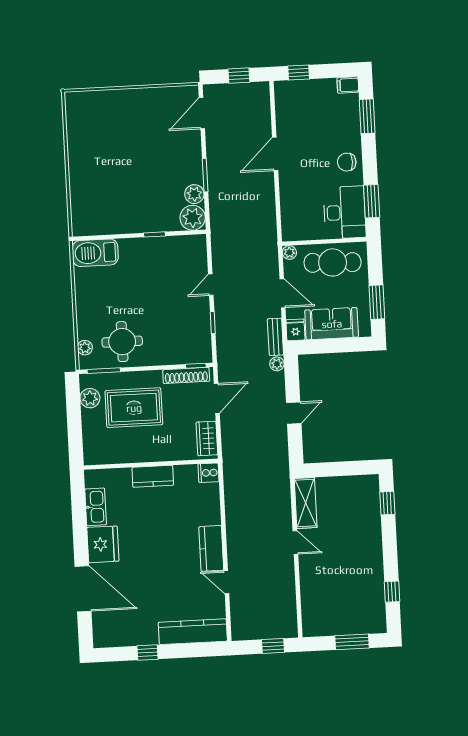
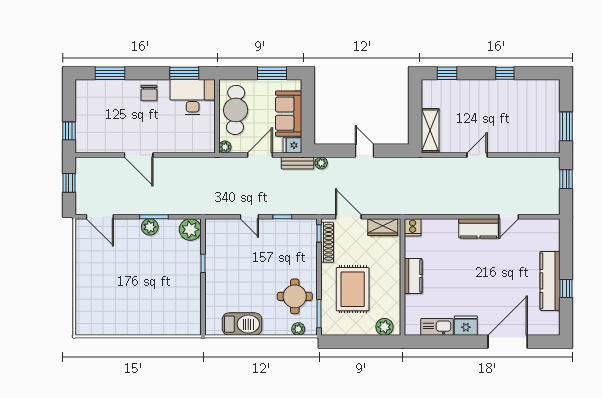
filing cabinet: (348, 85) -> (82, 89), removed
plant: (194, 194) -> (150, 227), moved
barbecue: (95, 253) -> (242, 324), moved, turned -90
plant: (90, 398) -> (384, 327), moved
shelving: (306, 503) -> (430, 130), moved, turned 90
fridge: (103, 544) -> (466, 326), width x0.73, depth x0.75
window: (392, 592) -> (505, 73), moved
kitchen counter: (193, 632) -> (550, 281), moved
window: (352, 642) -> (566, 126), moved

